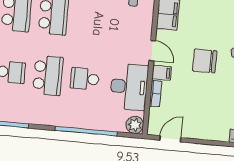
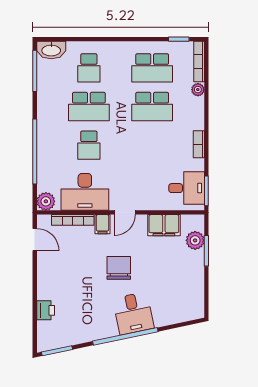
school desk: (85, 79) -> (89, 145), turned 180
bookcase: (155, 94) -> (73, 220), width x1.56

